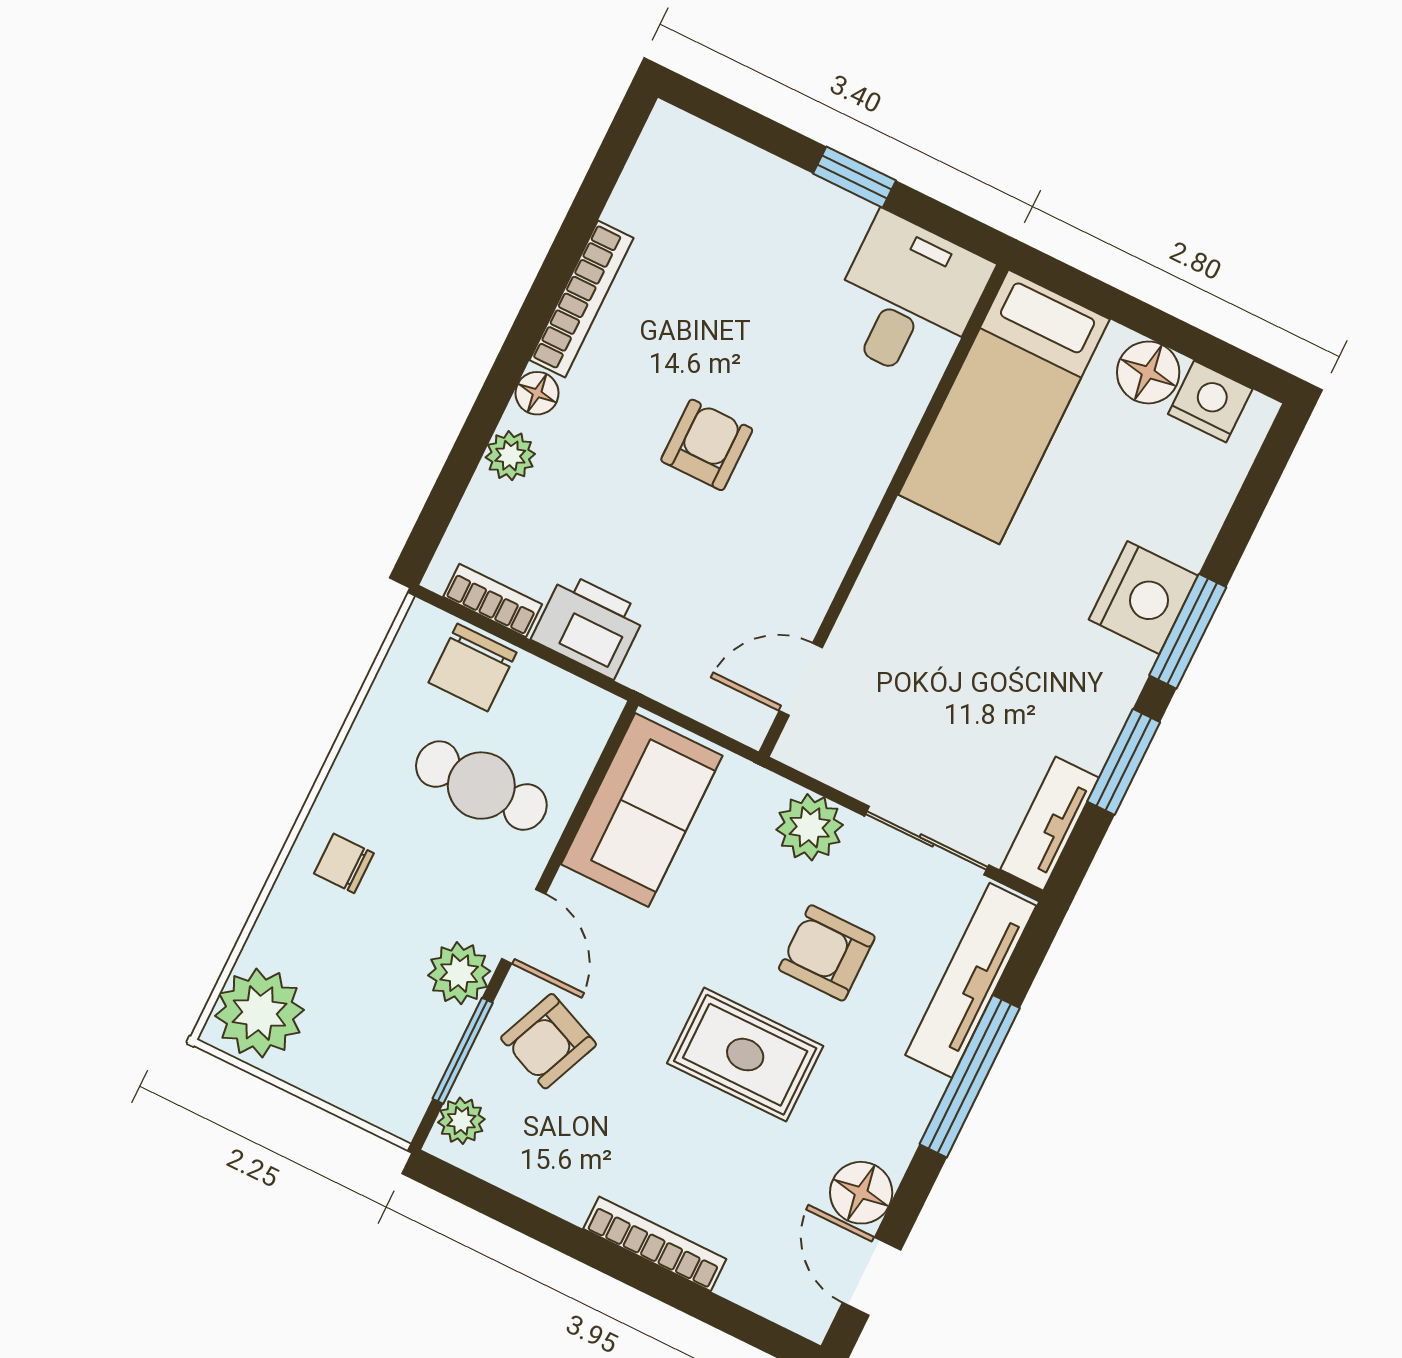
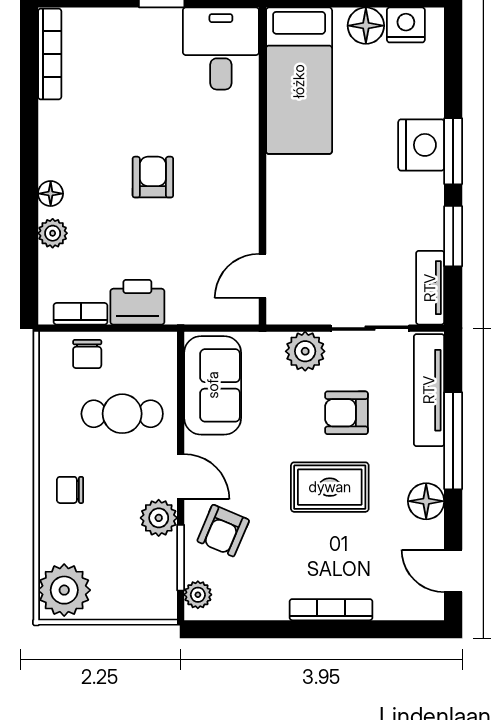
bookcase: (581, 299) -> (50, 54), moved
chair: (473, 667) -> (87, 354), width x0.73, depth x0.73
floor lamp: (861, 1193) -> (426, 501), moved

